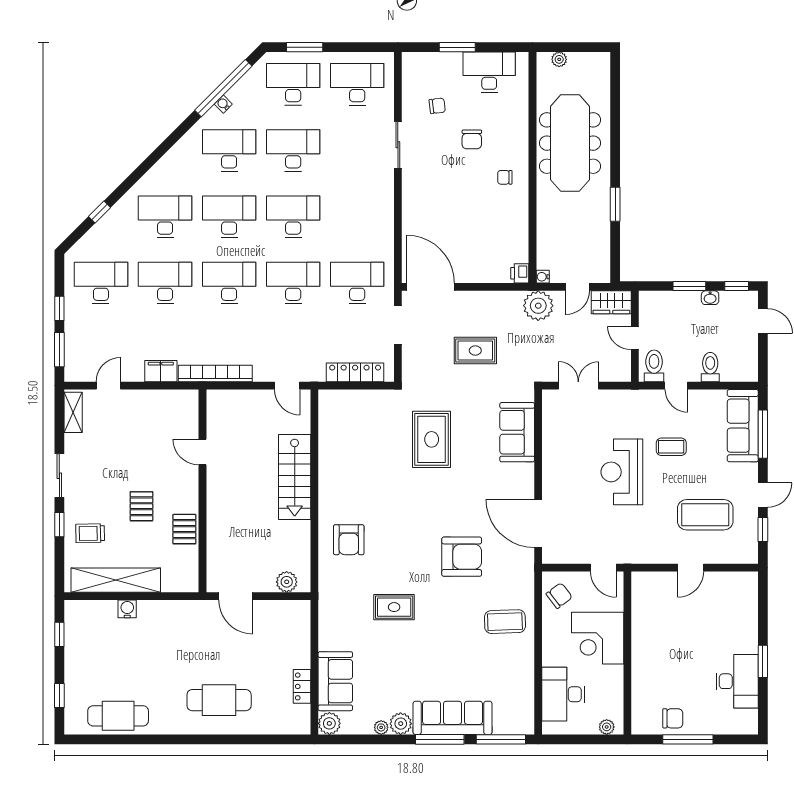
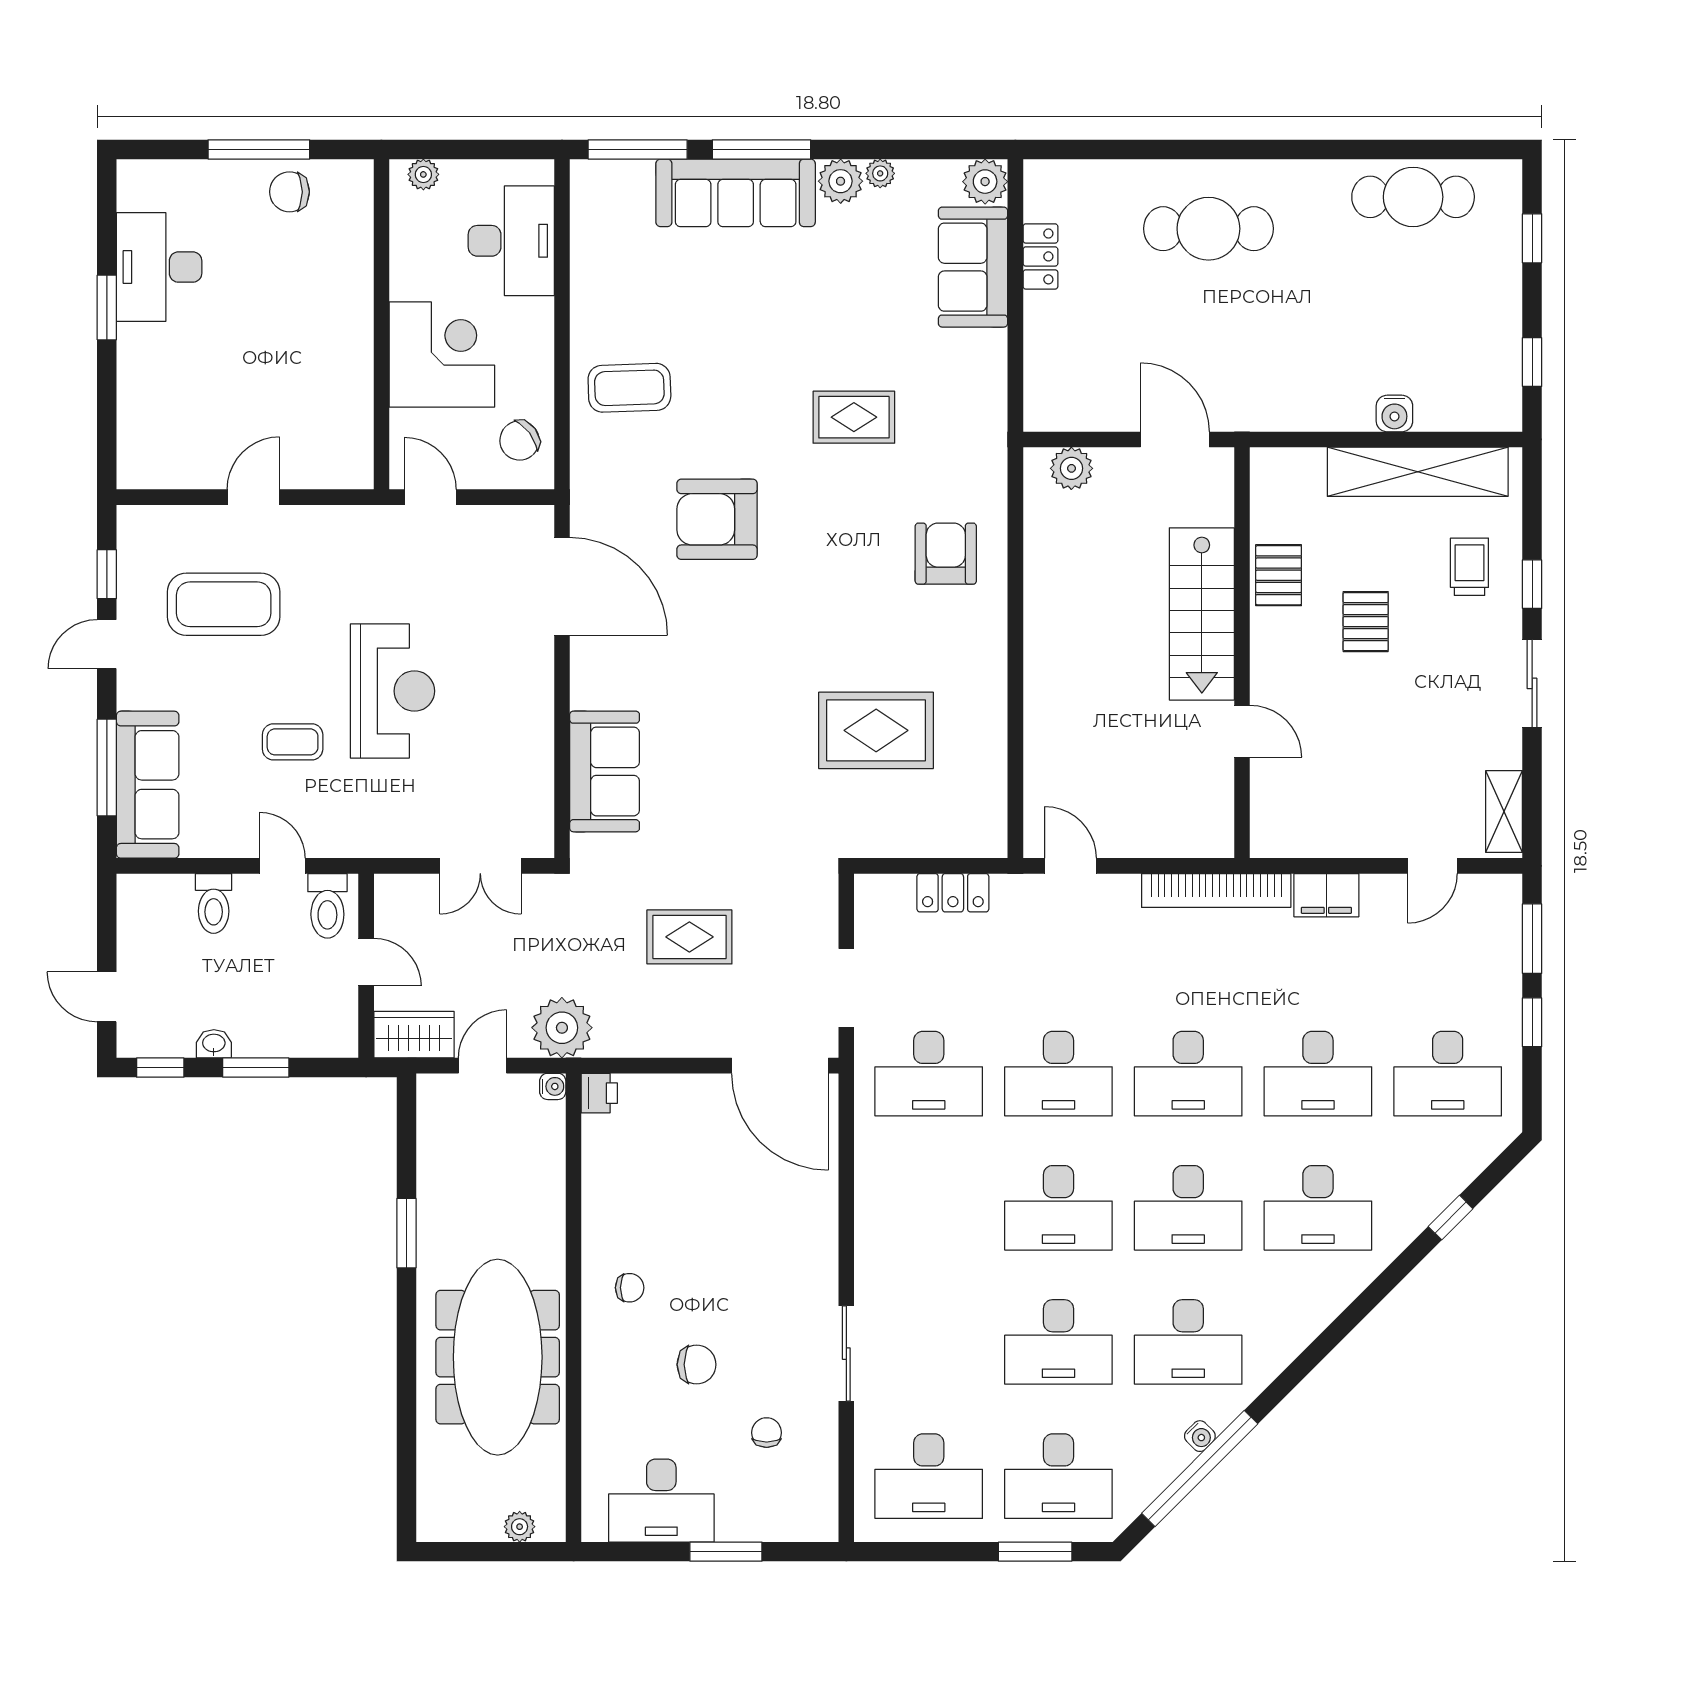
chair: (437, 106) -> (767, 1433), turned 97
chair: (472, 139) -> (697, 1365), turned 90
locker: (355, 372) -> (953, 893), width x0.66
rug: (432, 439) -> (876, 730), moved, turned 90
stairs: (295, 477) -> (1202, 614), moved, turned 180
trolley: (90, 533) -> (1469, 567), turned -89

